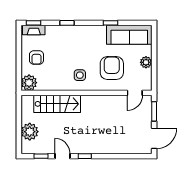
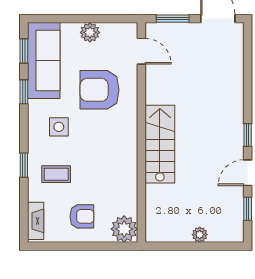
window: (33, 23) -> (24, 51), moved
coffee table: (62, 42) -> (56, 174), added
side table: (80, 75) -> (59, 127), moved
stairs: (57, 104) -> (160, 144), moved
plant: (30, 132) -> (200, 235), width x0.53, depth x0.53

